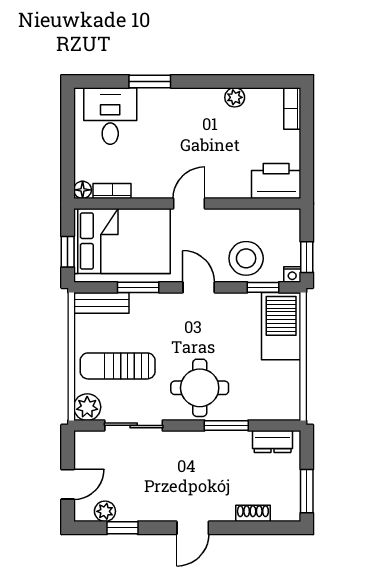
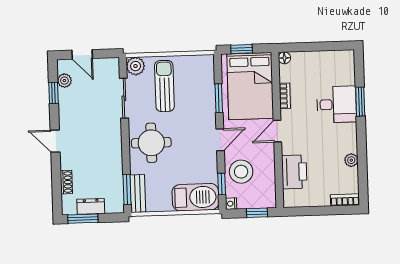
desk: (110, 116) -> (337, 104), moved
printer: (276, 181) -> (294, 172), moved
bookcase: (112, 191) -> (285, 96), moved
door: (189, 204) -> (277, 131), swing flipped
window: (307, 257) -> (257, 213), moved
bench: (101, 303) -> (138, 194), moved
window: (226, 425) -> (127, 190), moved
dresser: (273, 442) -> (91, 206), moved, turned 90

